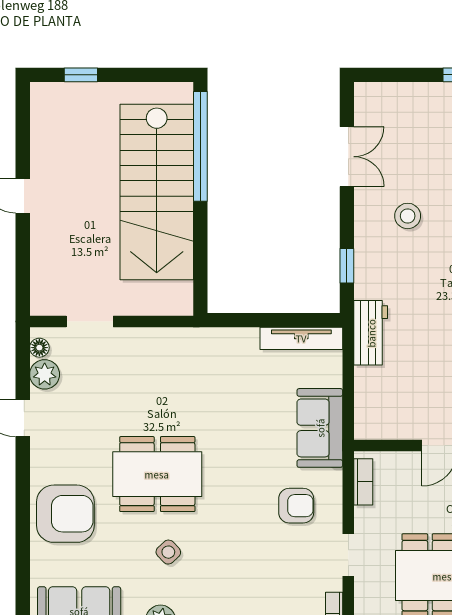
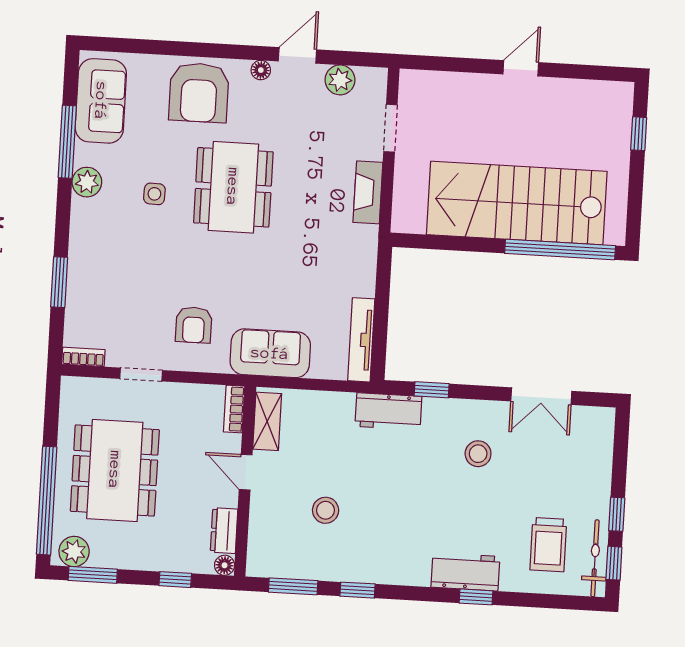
workbench: (371, 333) -> (388, 411), moved
fireplace: (155, 340) -> (368, 192), added
floor lamp: (39, 348) -> (261, 70), moved
shelving: (388, 427) -> (267, 421), added
bookcase: (363, 482) -> (234, 409), moved, turned 90
side table: (168, 552) -> (154, 194), turned 45

